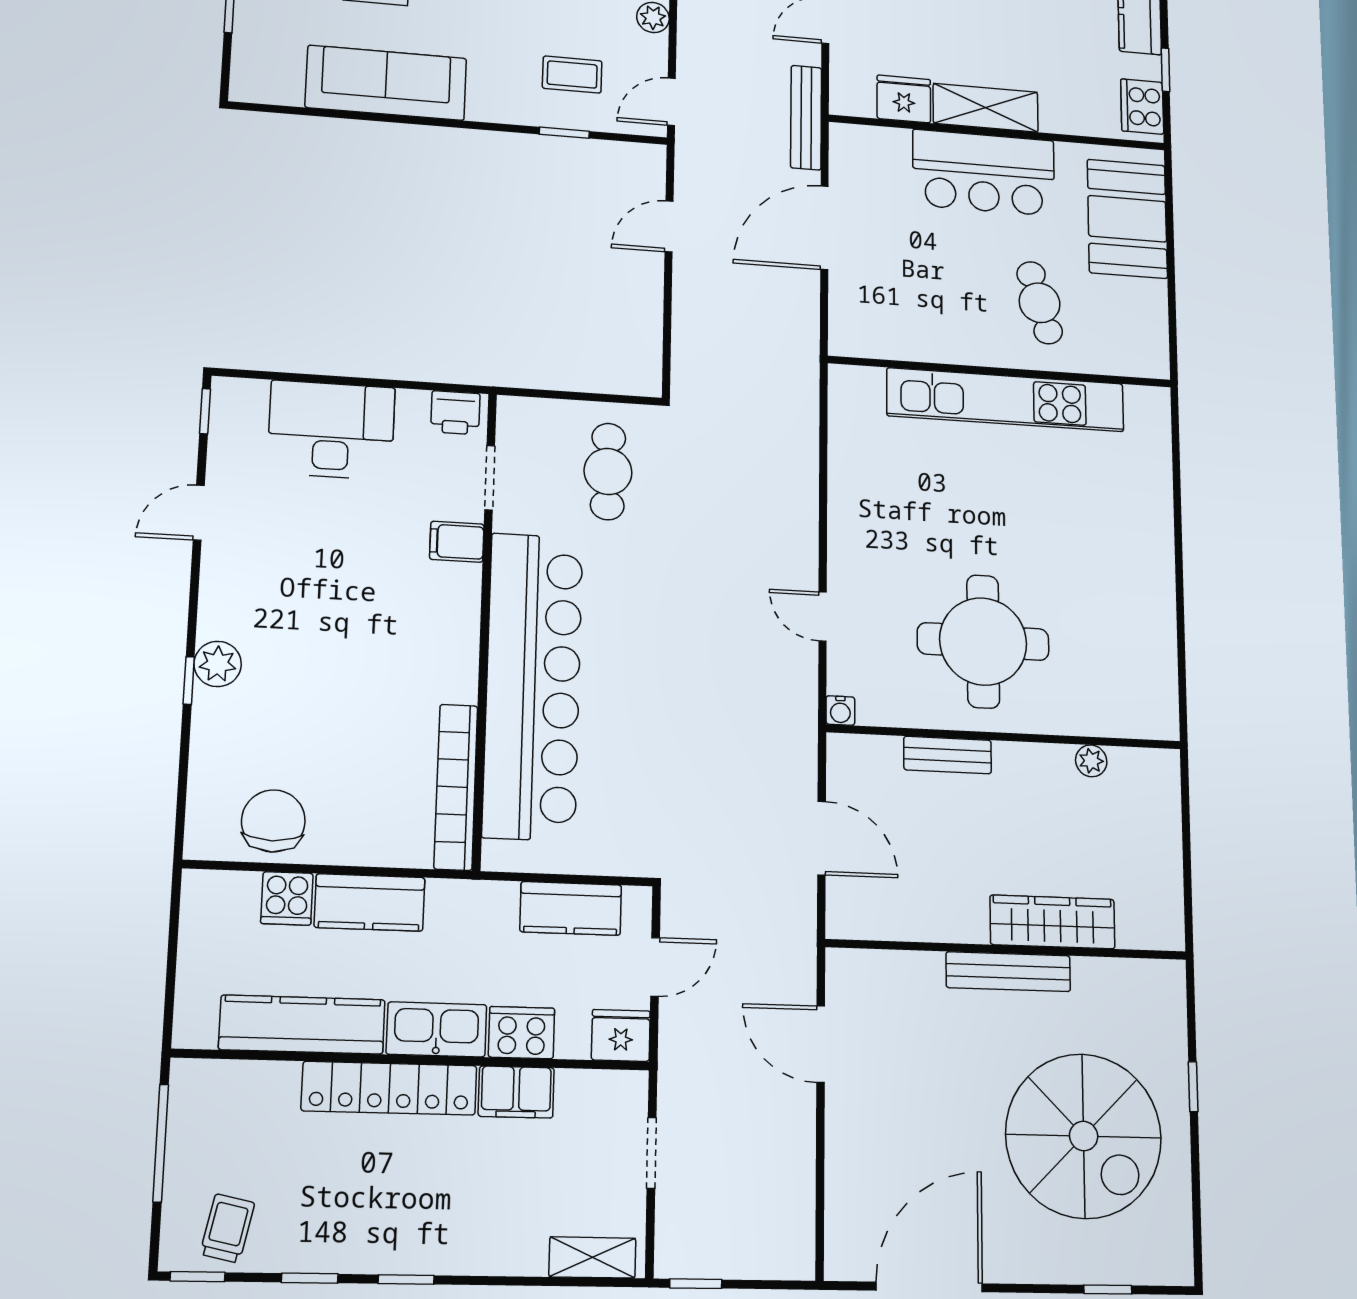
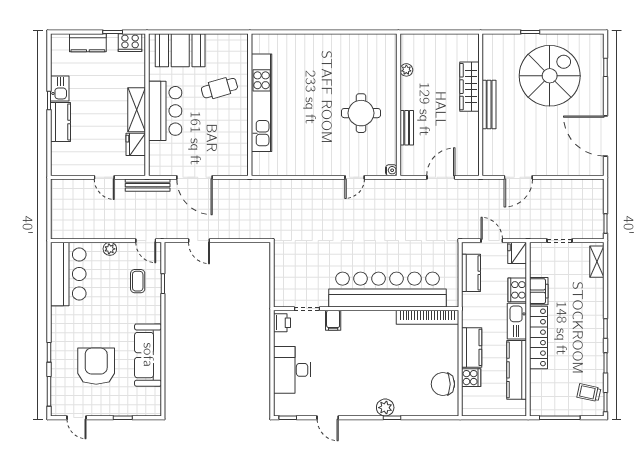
cafe table: (608, 472) -> (302, 263), removed
round table: (983, 641) -> (361, 113), width x0.73, depth x0.73

